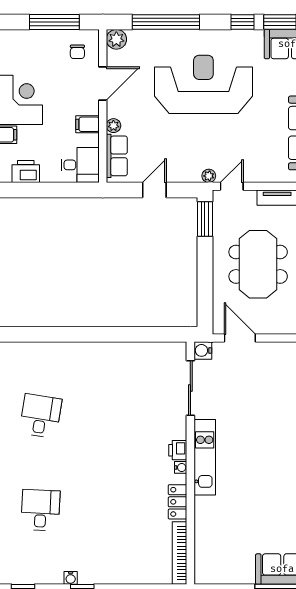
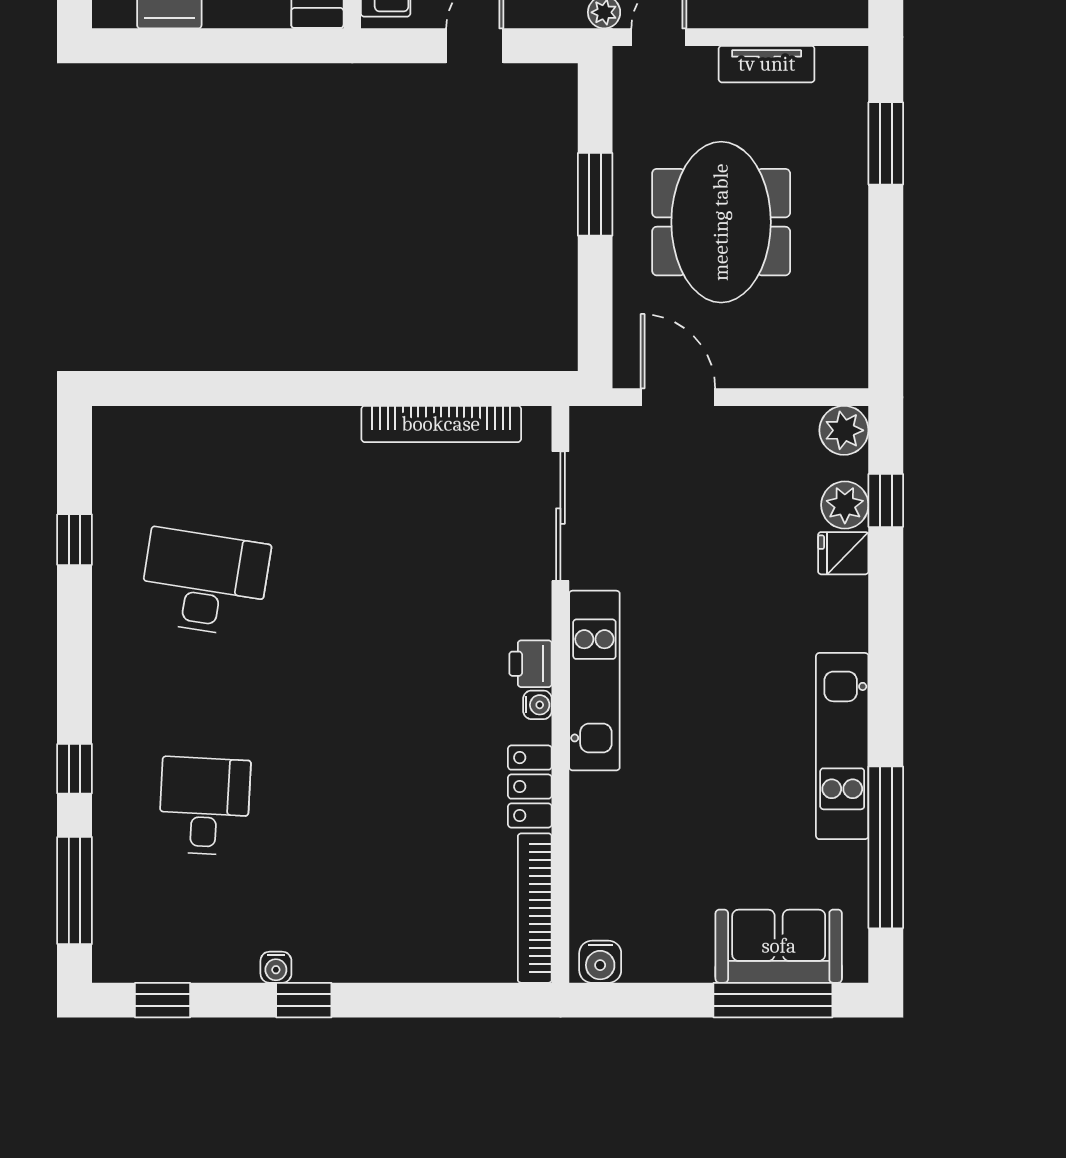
window: (205, 219) -> (595, 194), moved
bookcase: (140, 349) -> (441, 424), added
water cooler: (203, 350) -> (600, 962), moved, turned -90
desk: (41, 416) -> (204, 583), width x1.37

